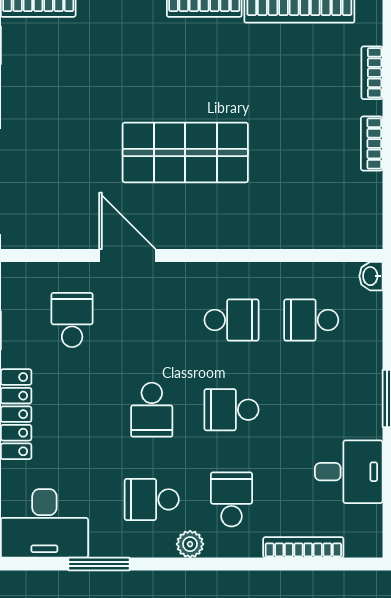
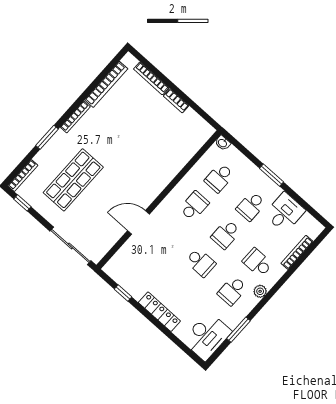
bookcase: (372, 73) -> (151, 78), width x1.56
shop shelf: (185, 152) -> (73, 180), moved
school desk: (72, 320) -> (251, 206), moved, turned -90

